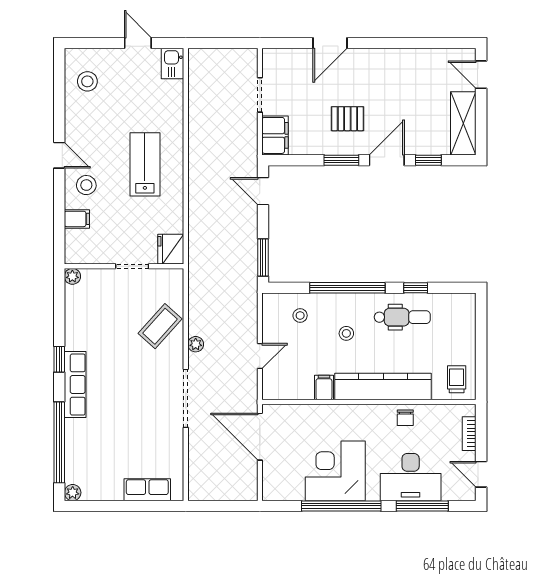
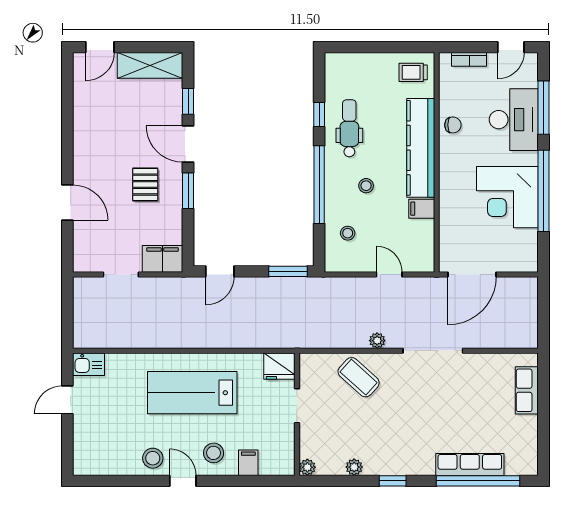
stool: (87, 81) -> (153, 458), moved
door: (59, 155) -> (183, 481), hinge flipped
lab bench: (145, 164) -> (192, 393), width x1.36, depth x1.39
row of seats: (75, 385) -> (470, 464), moved
plant: (73, 493) -> (354, 467), moved

